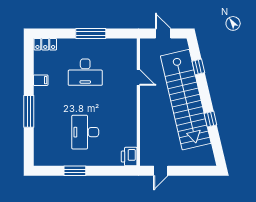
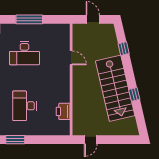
stairs: (186, 100) -> (115, 88), width x0.73
printer: (129, 157) -> (63, 111), moved

